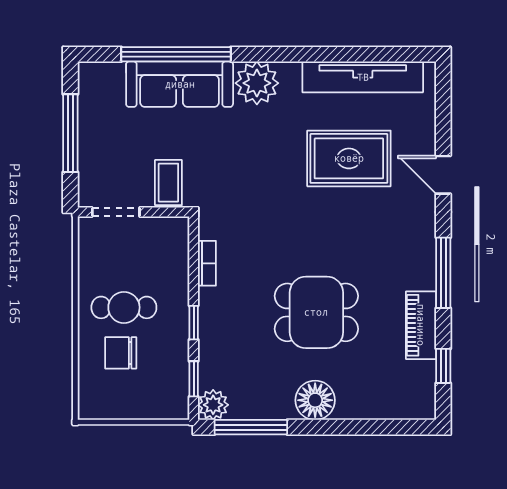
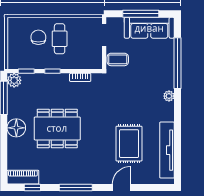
plant: (257, 83) -> (169, 96), width x0.53, depth x0.53
sofa: (180, 84) -> (149, 28), moved, turned -90
dining table: (316, 312) -> (57, 128), width x1.38
piano: (421, 325) -> (23, 177), moved

